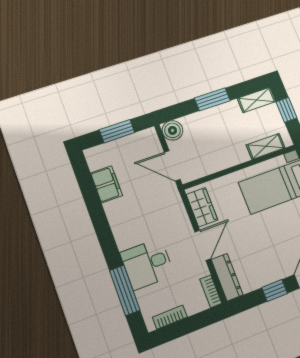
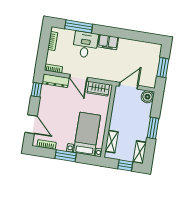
filing cabinet: (107, 184) -> (108, 42), moved
window: (275, 290) -> (37, 90), moved

